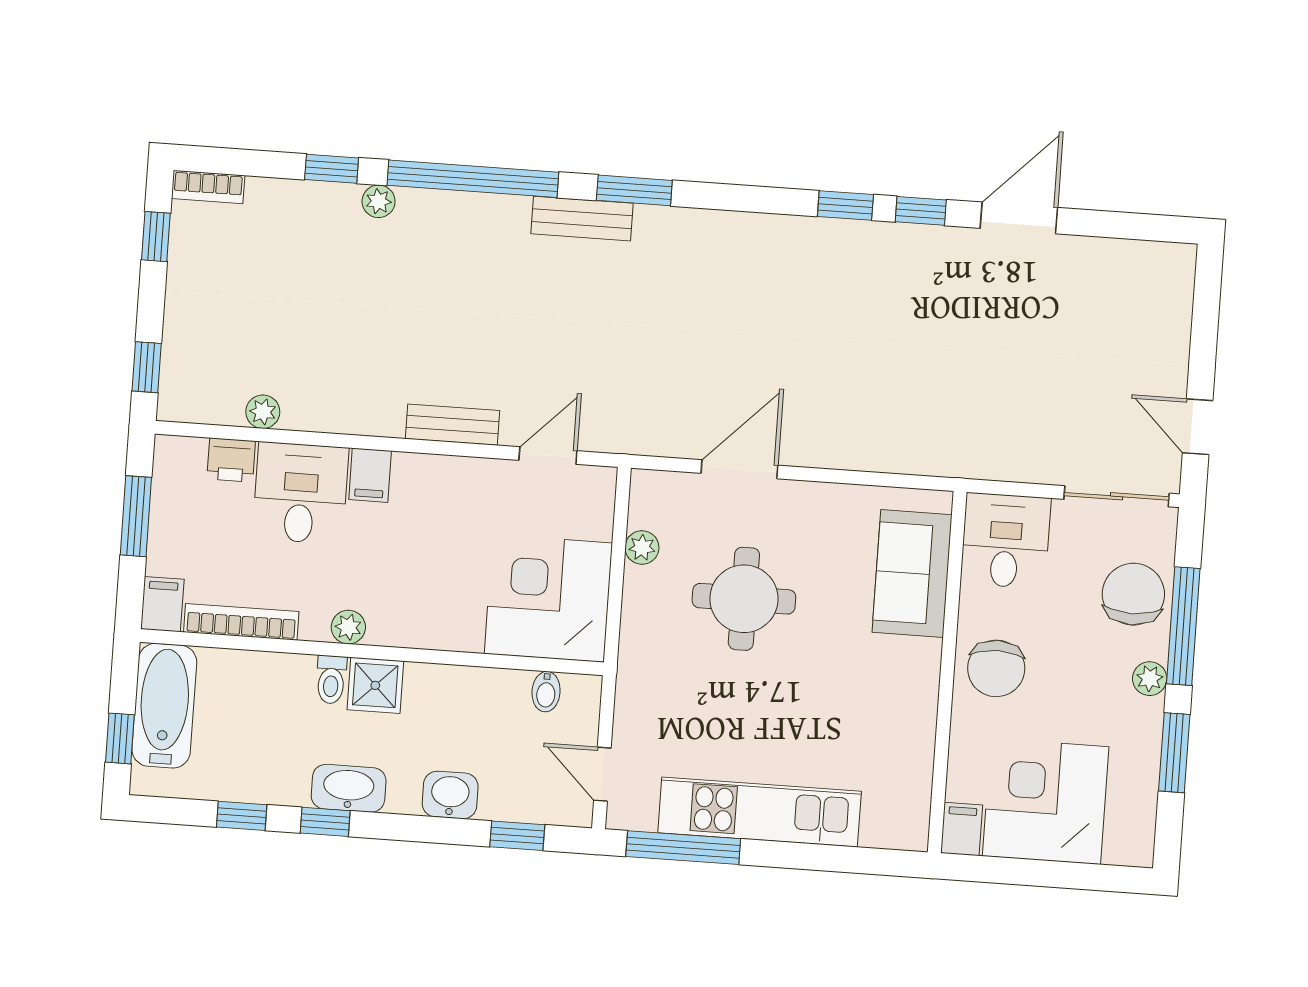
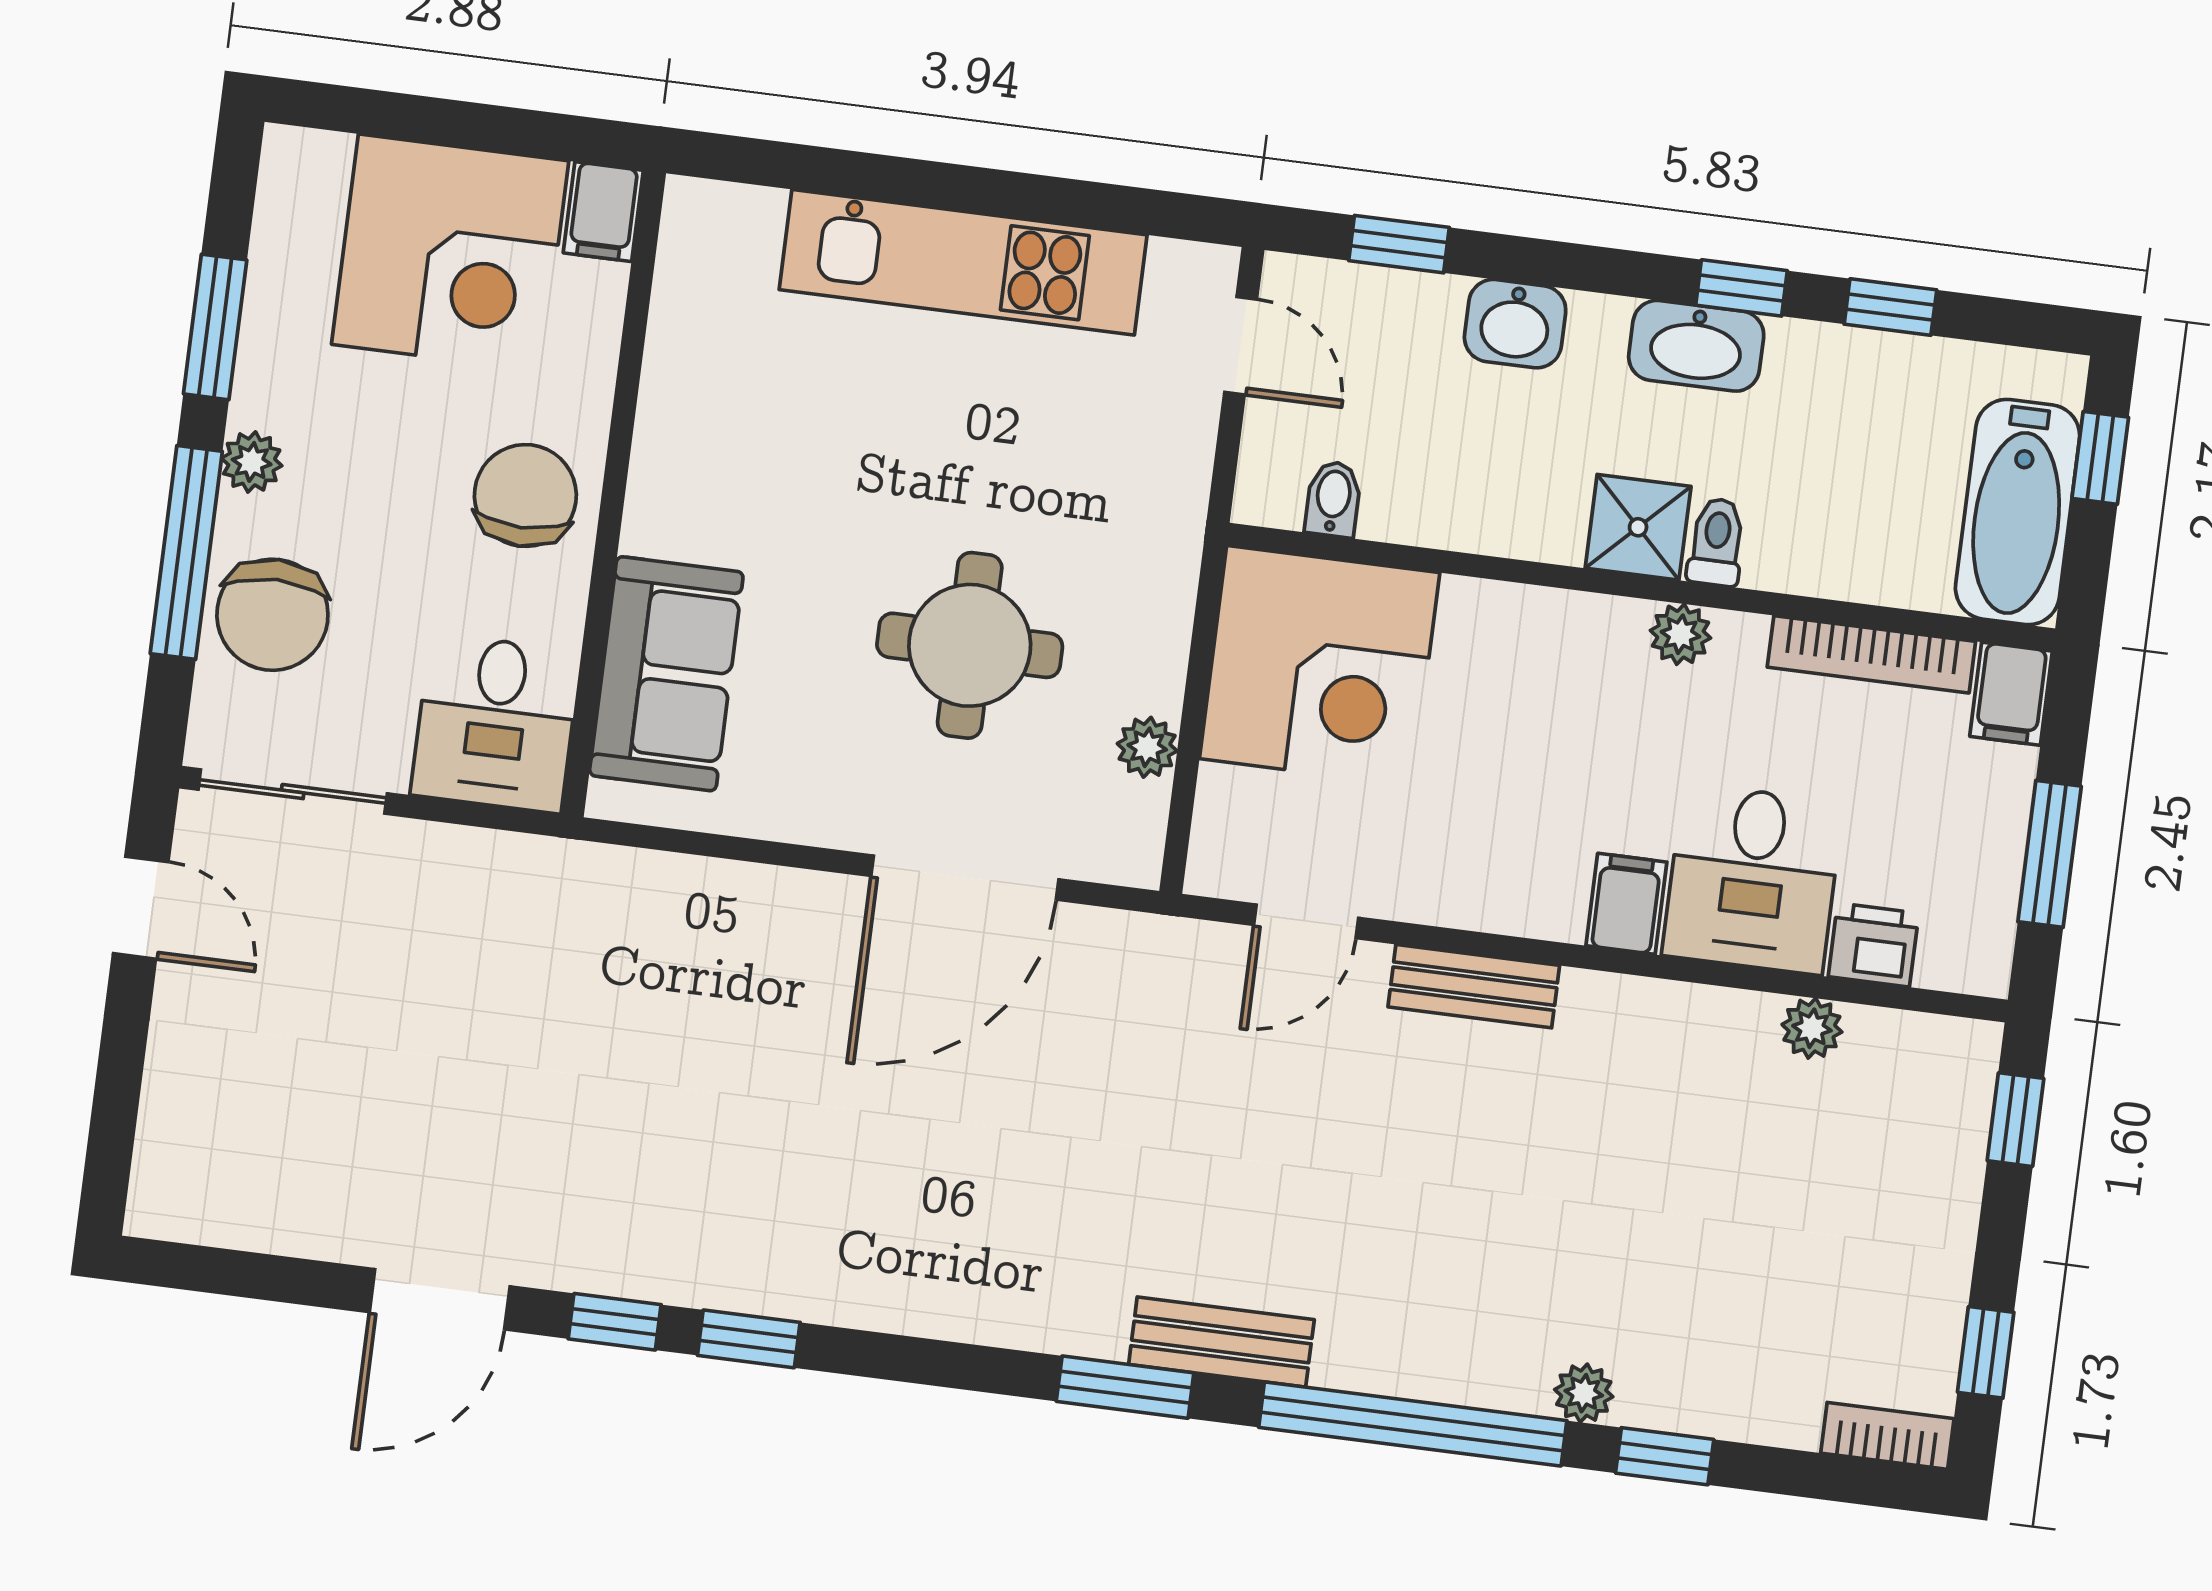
door: (739, 469) -> (965, 878), width x1.36
window: (683, 848) -> (1103, 206), removed

